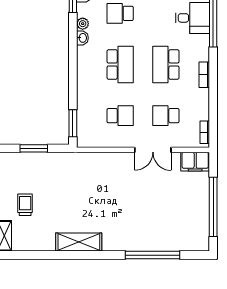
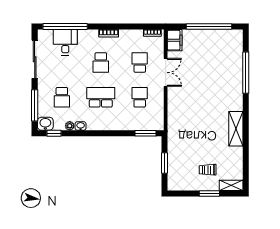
school desk: (166, 64) -> (101, 62), width x0.54
school desk: (166, 116) -> (140, 62), turned 180

